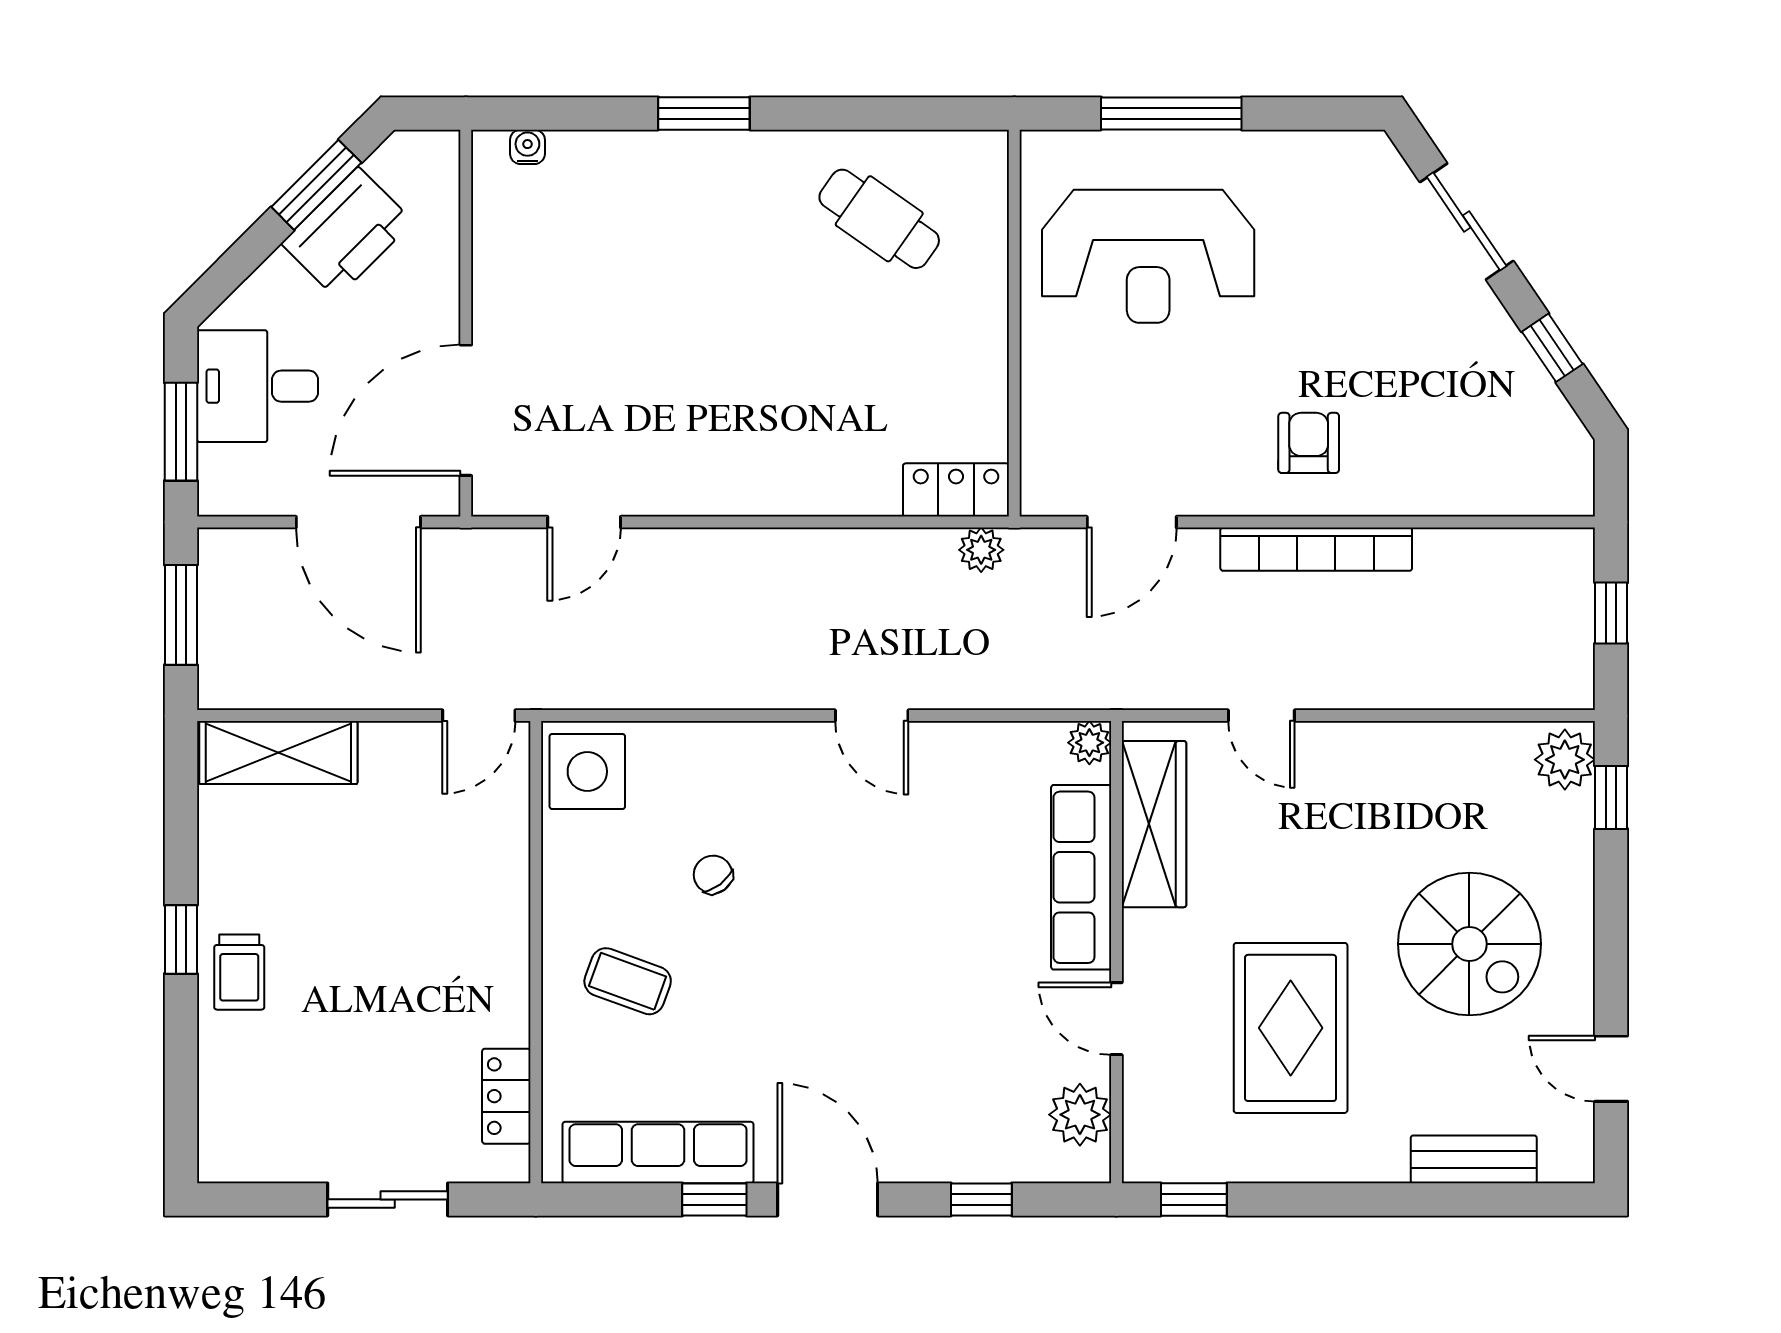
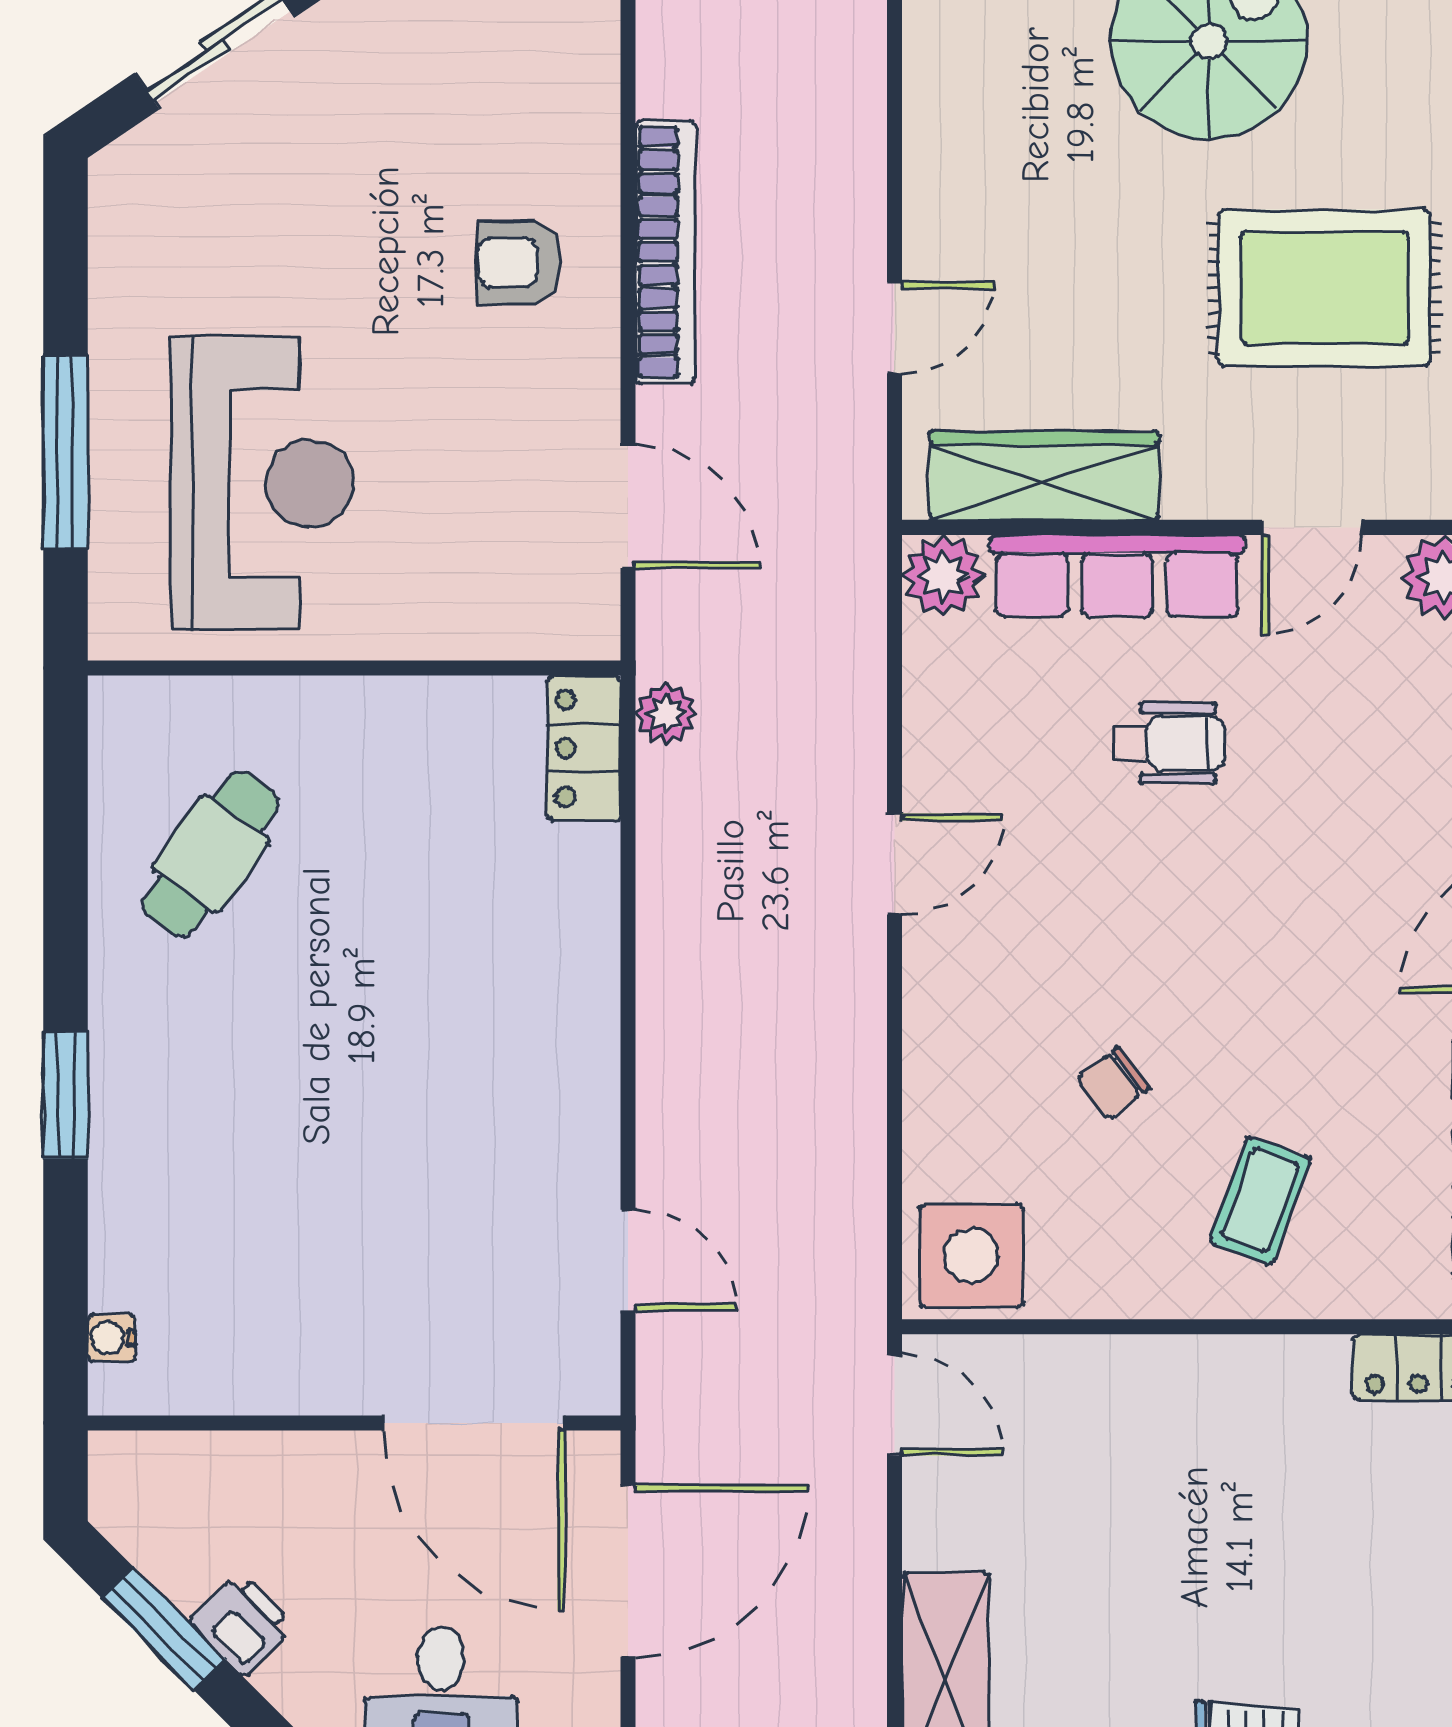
printer: (347, 233) -> (242, 1624), width x0.53, depth x0.68
plant: (1089, 743) -> (943, 576), width x1.38, depth x1.38
wheelchair: (960, 915) -> (1169, 743), added

